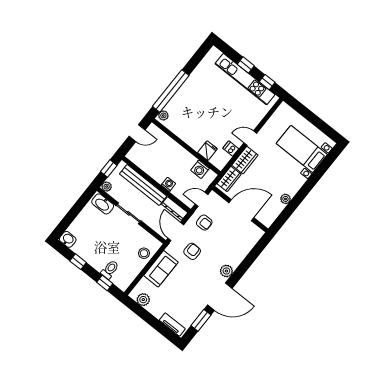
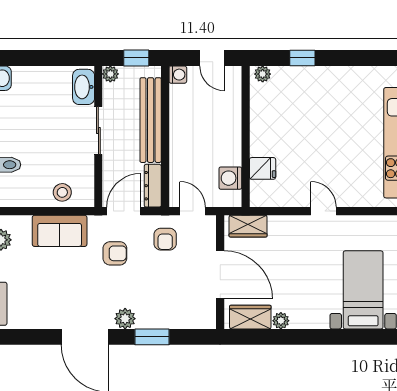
window: (171, 91) -> (302, 58), width x0.32
dishwasher: (231, 149) -> (290, 197), removed
wardrobe: (245, 160) -> (250, 317), moved, turned 180
washing machine: (168, 184) -> (178, 75), moved
window: (201, 320) -> (152, 337), moved

